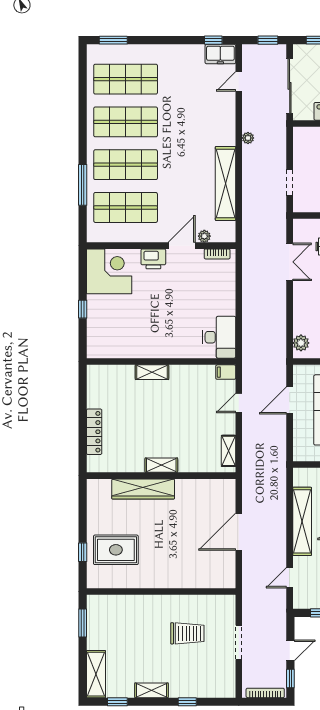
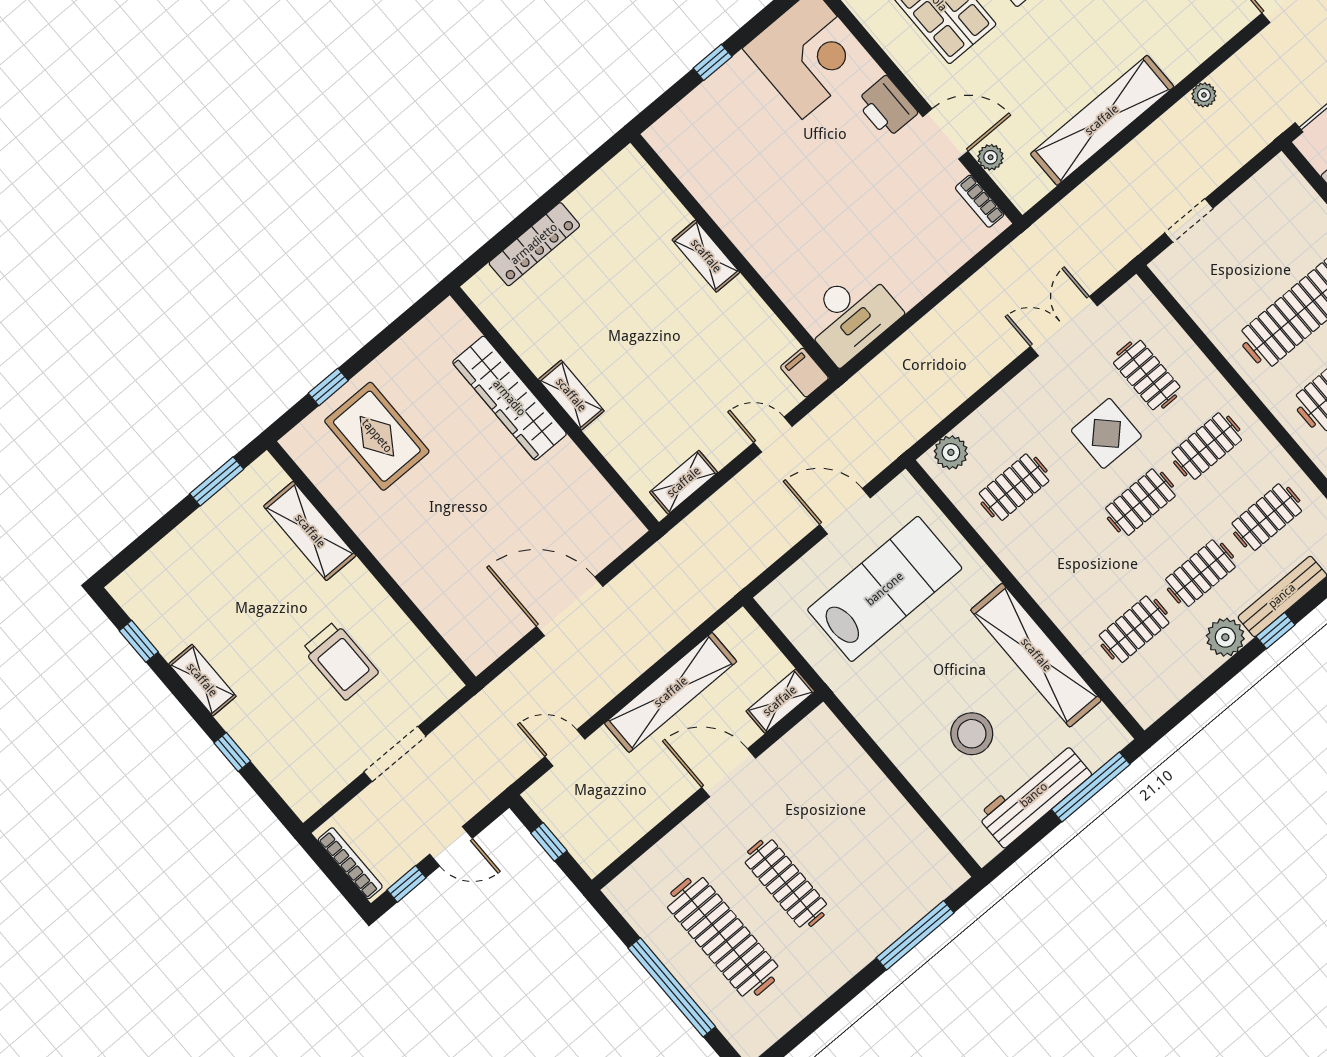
double door: (290, 262) -> (1064, 326), swing flipped
shelving: (96, 674) -> (310, 531), moved, turned 90

